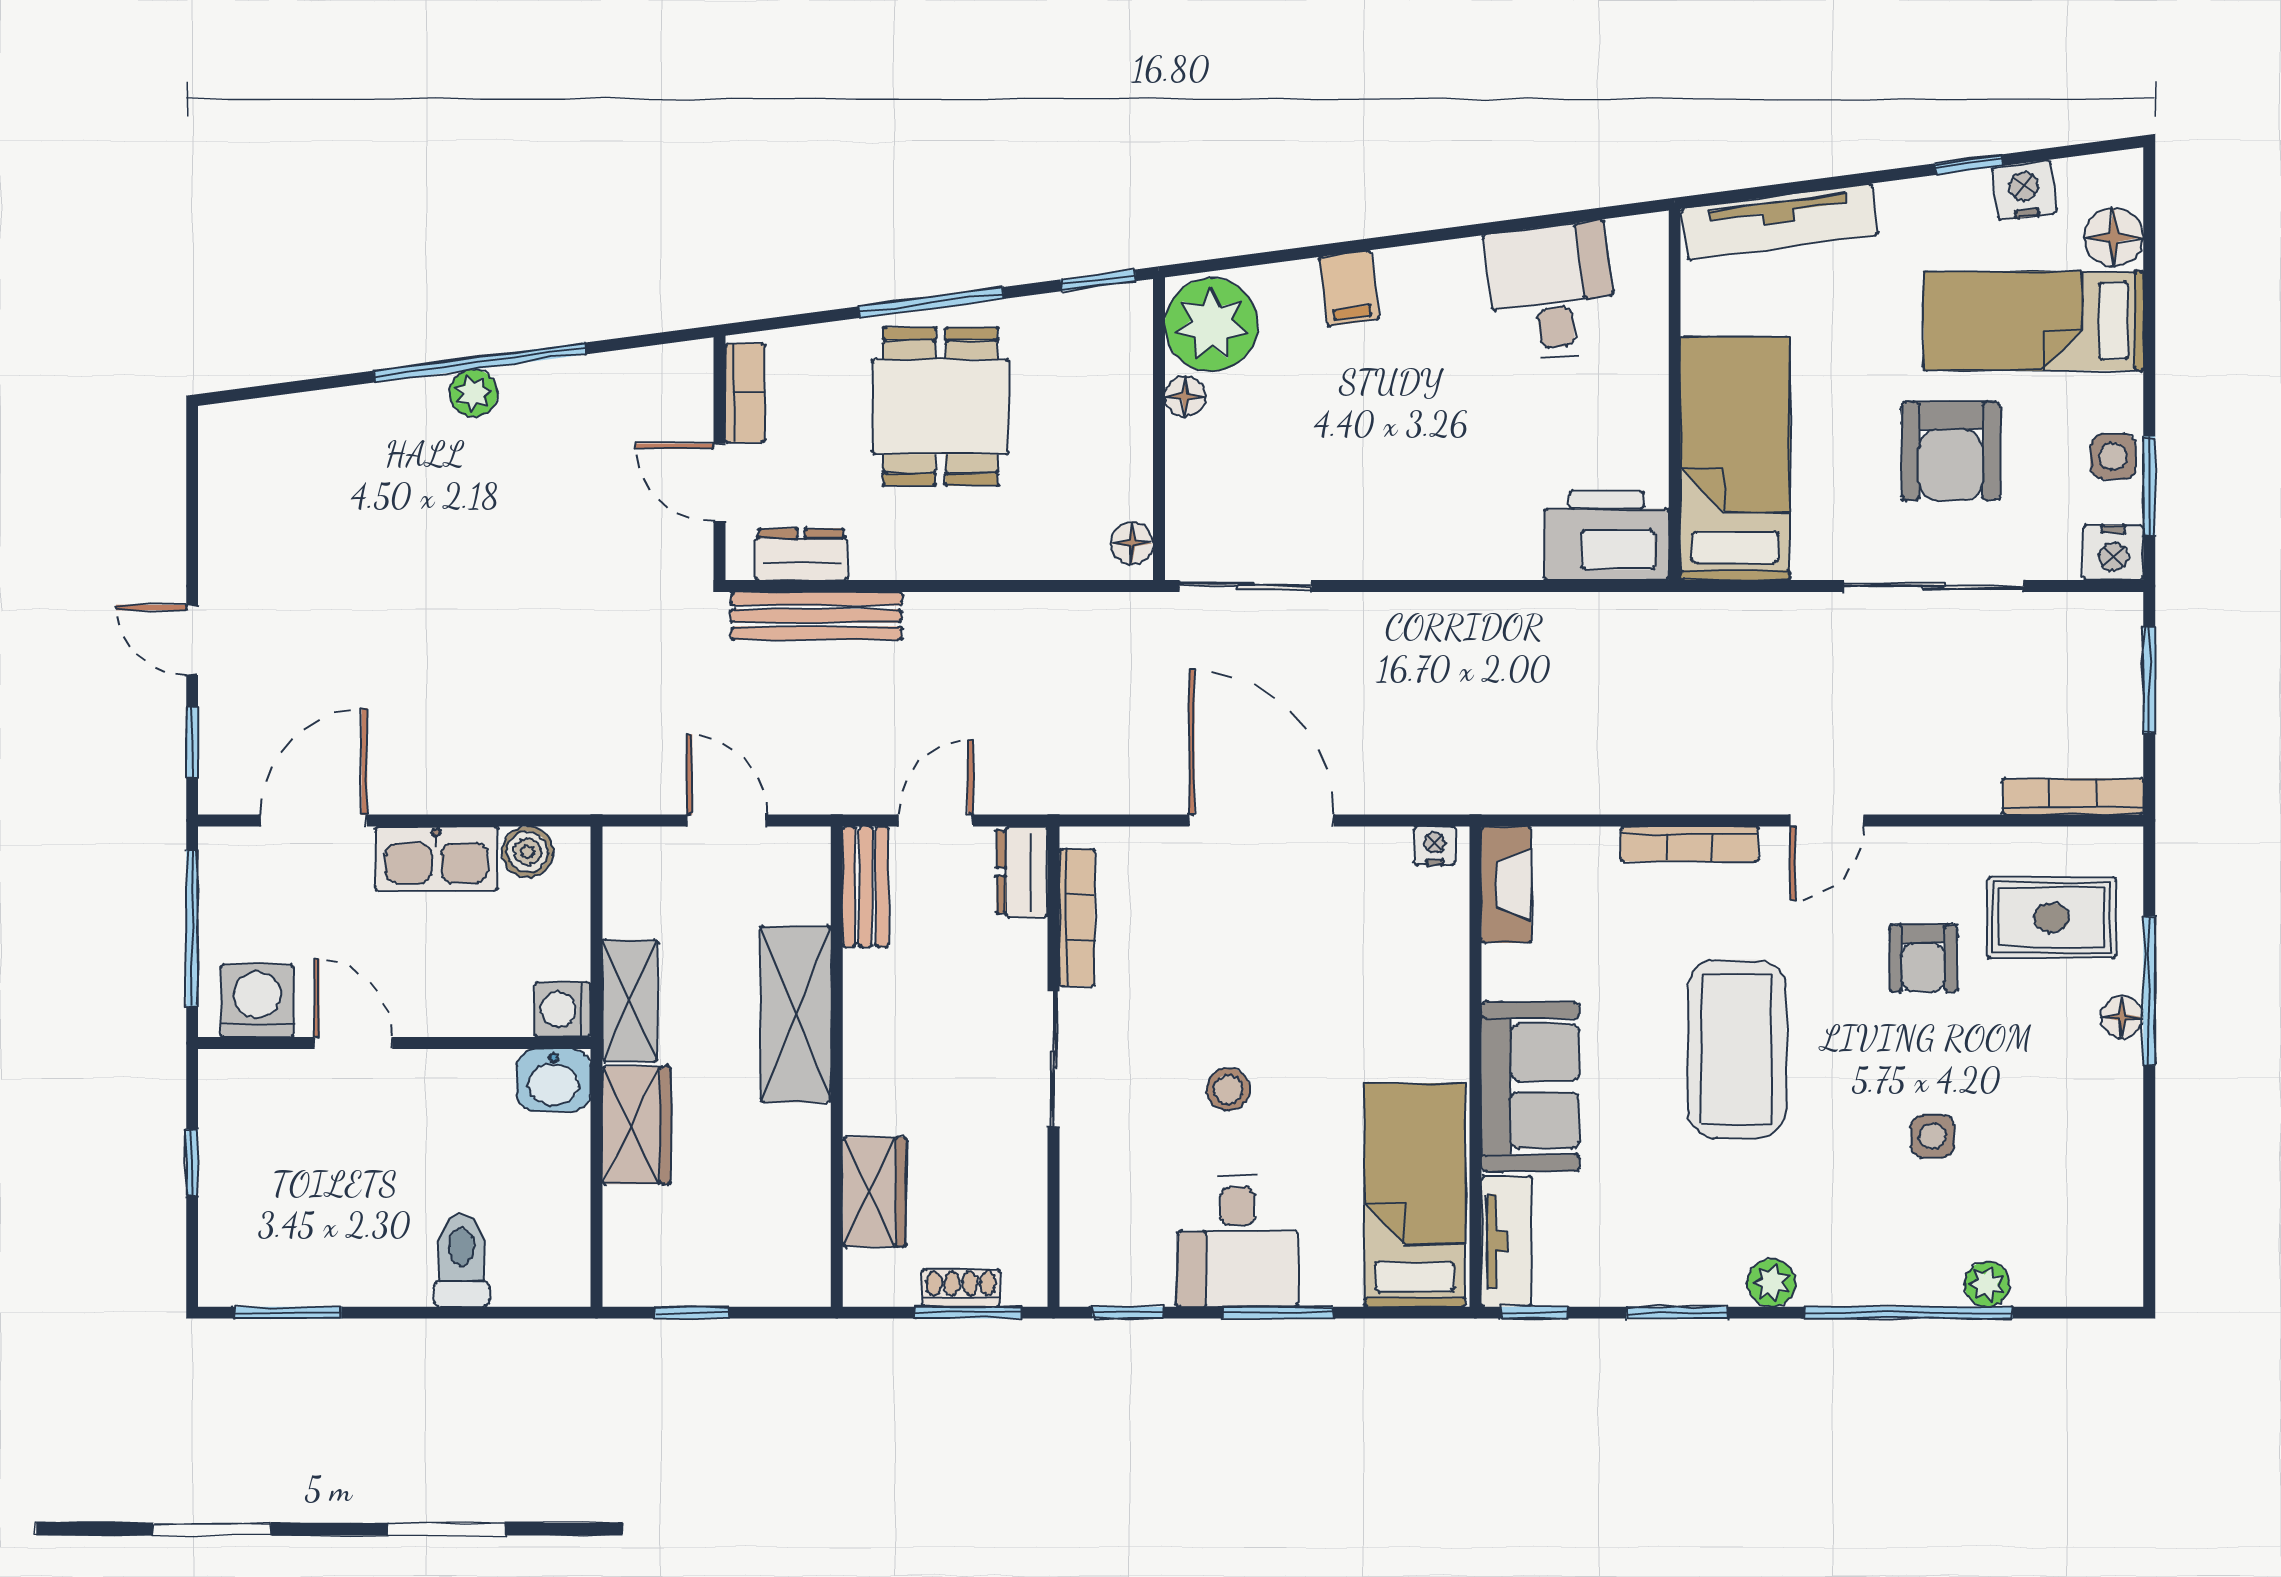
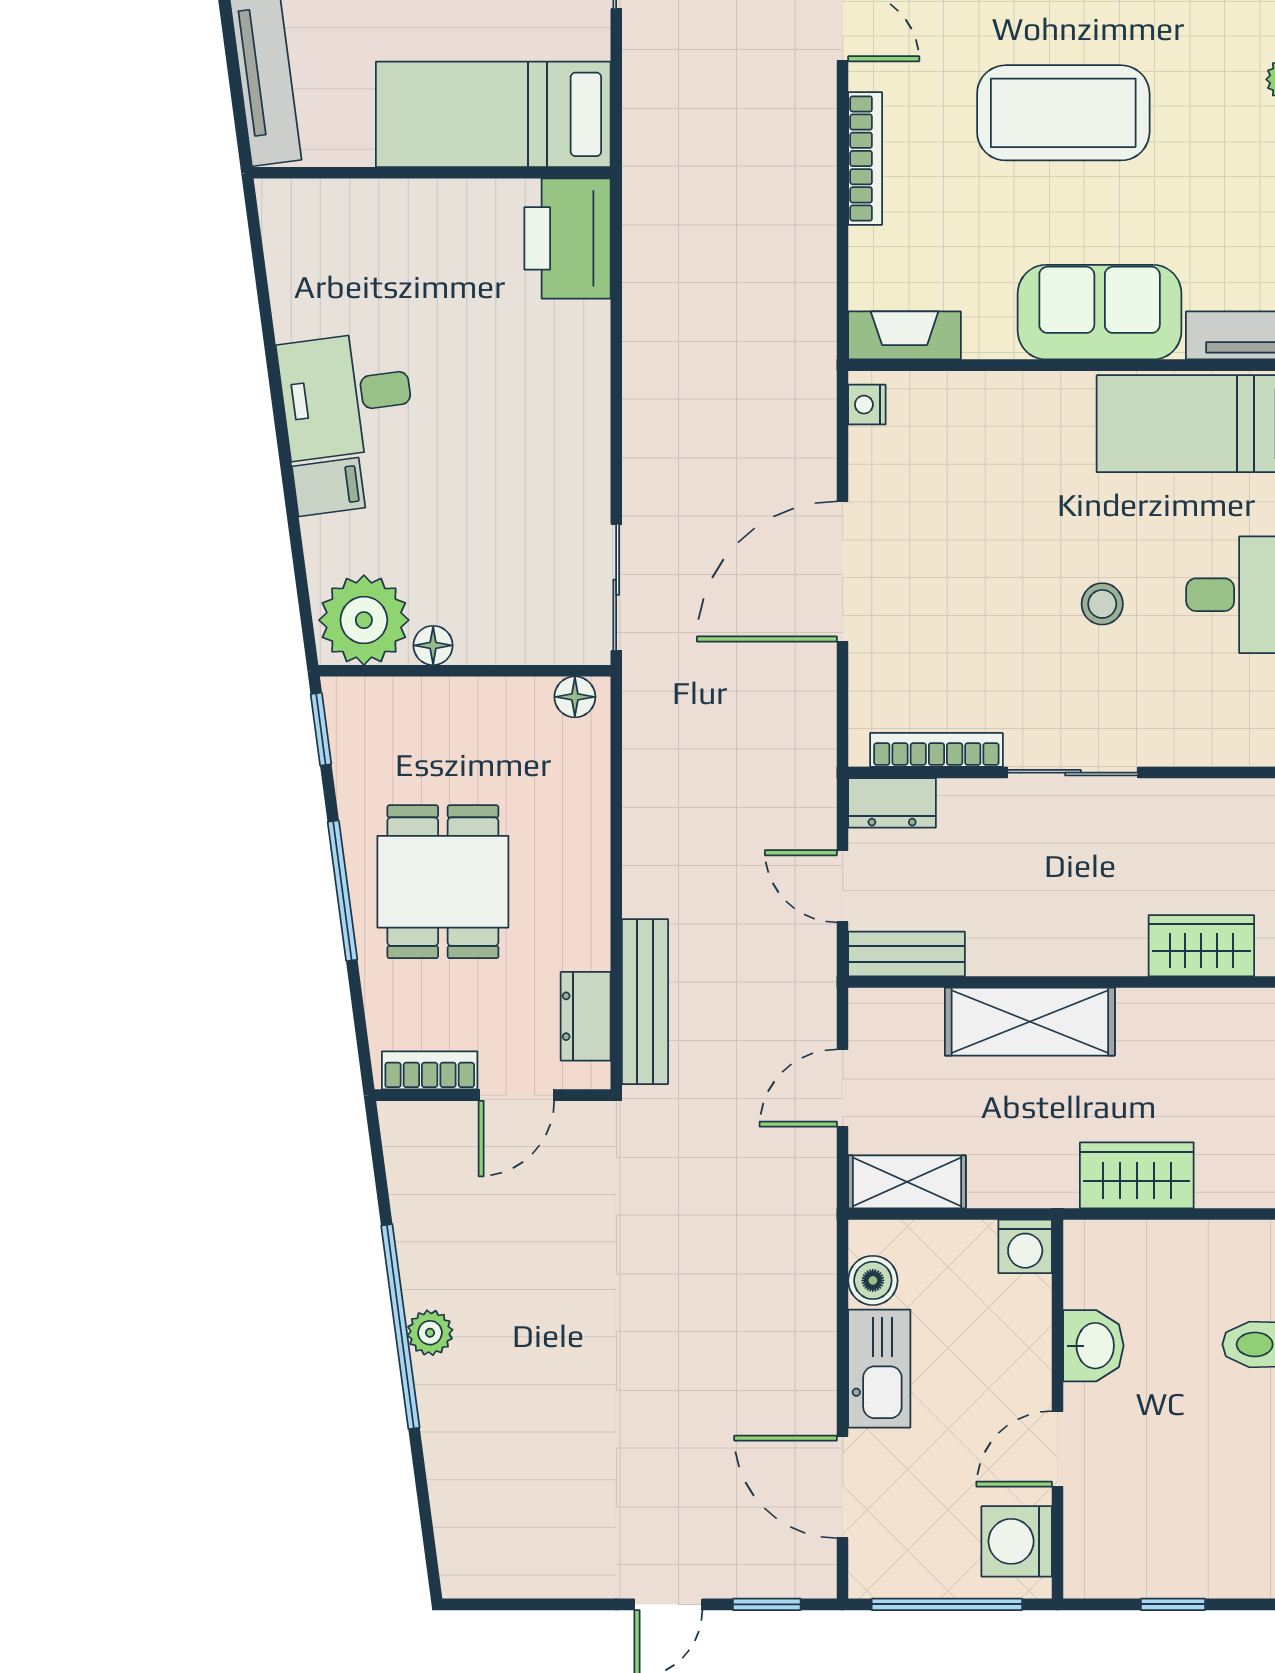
desk: (1552, 292) -> (346, 395), moved
dining table: (941, 407) -> (443, 882), turned 90
shelving: (630, 1001) -> (907, 1182), moved
washbasin: (554, 1080) -> (1093, 1346), moved

